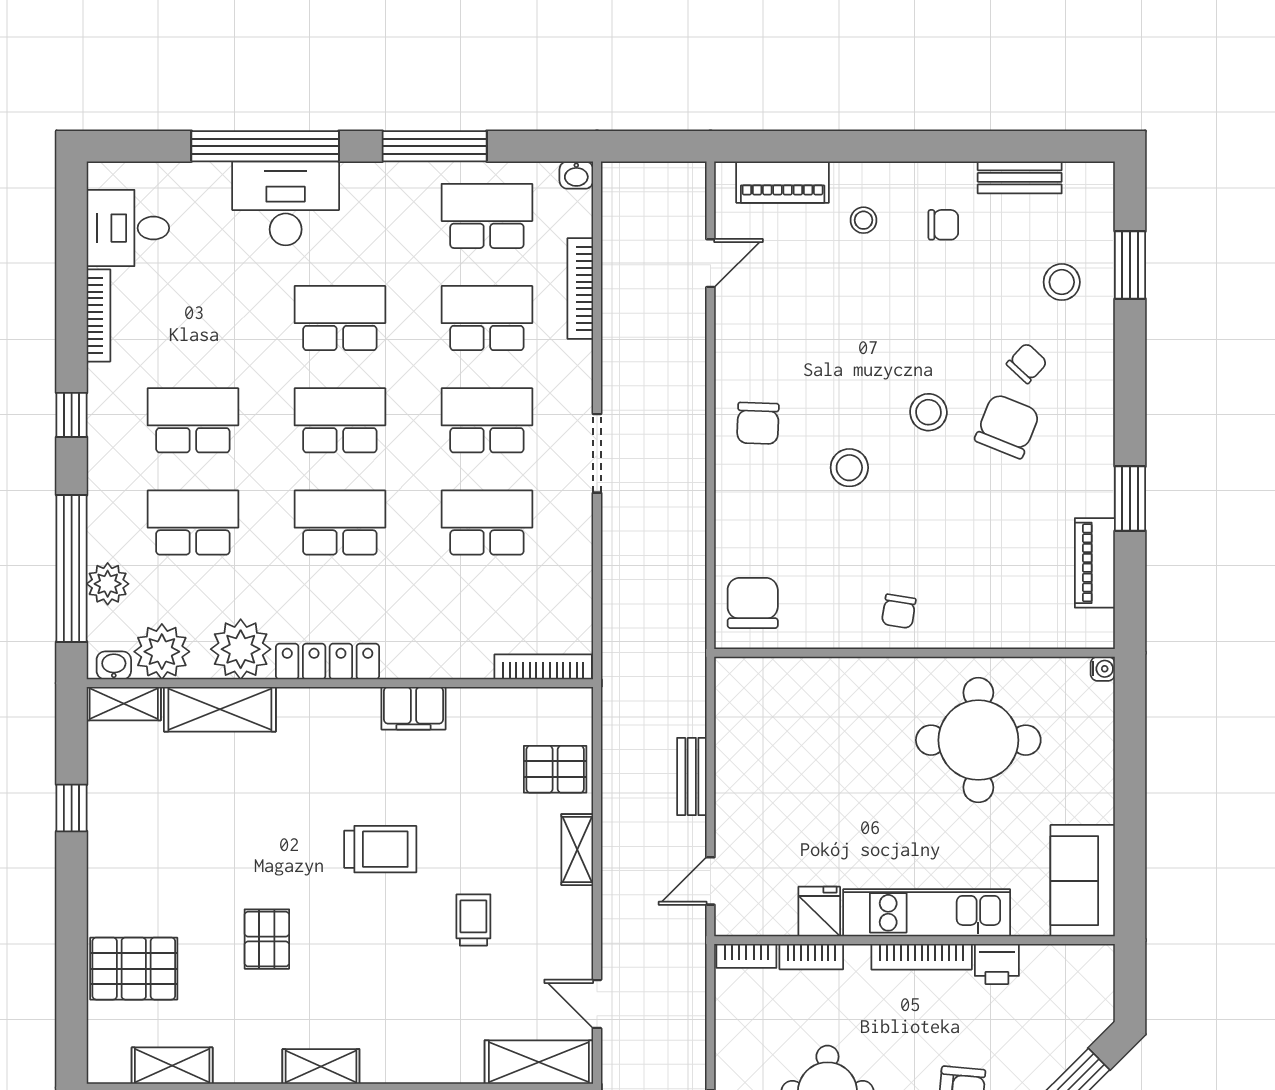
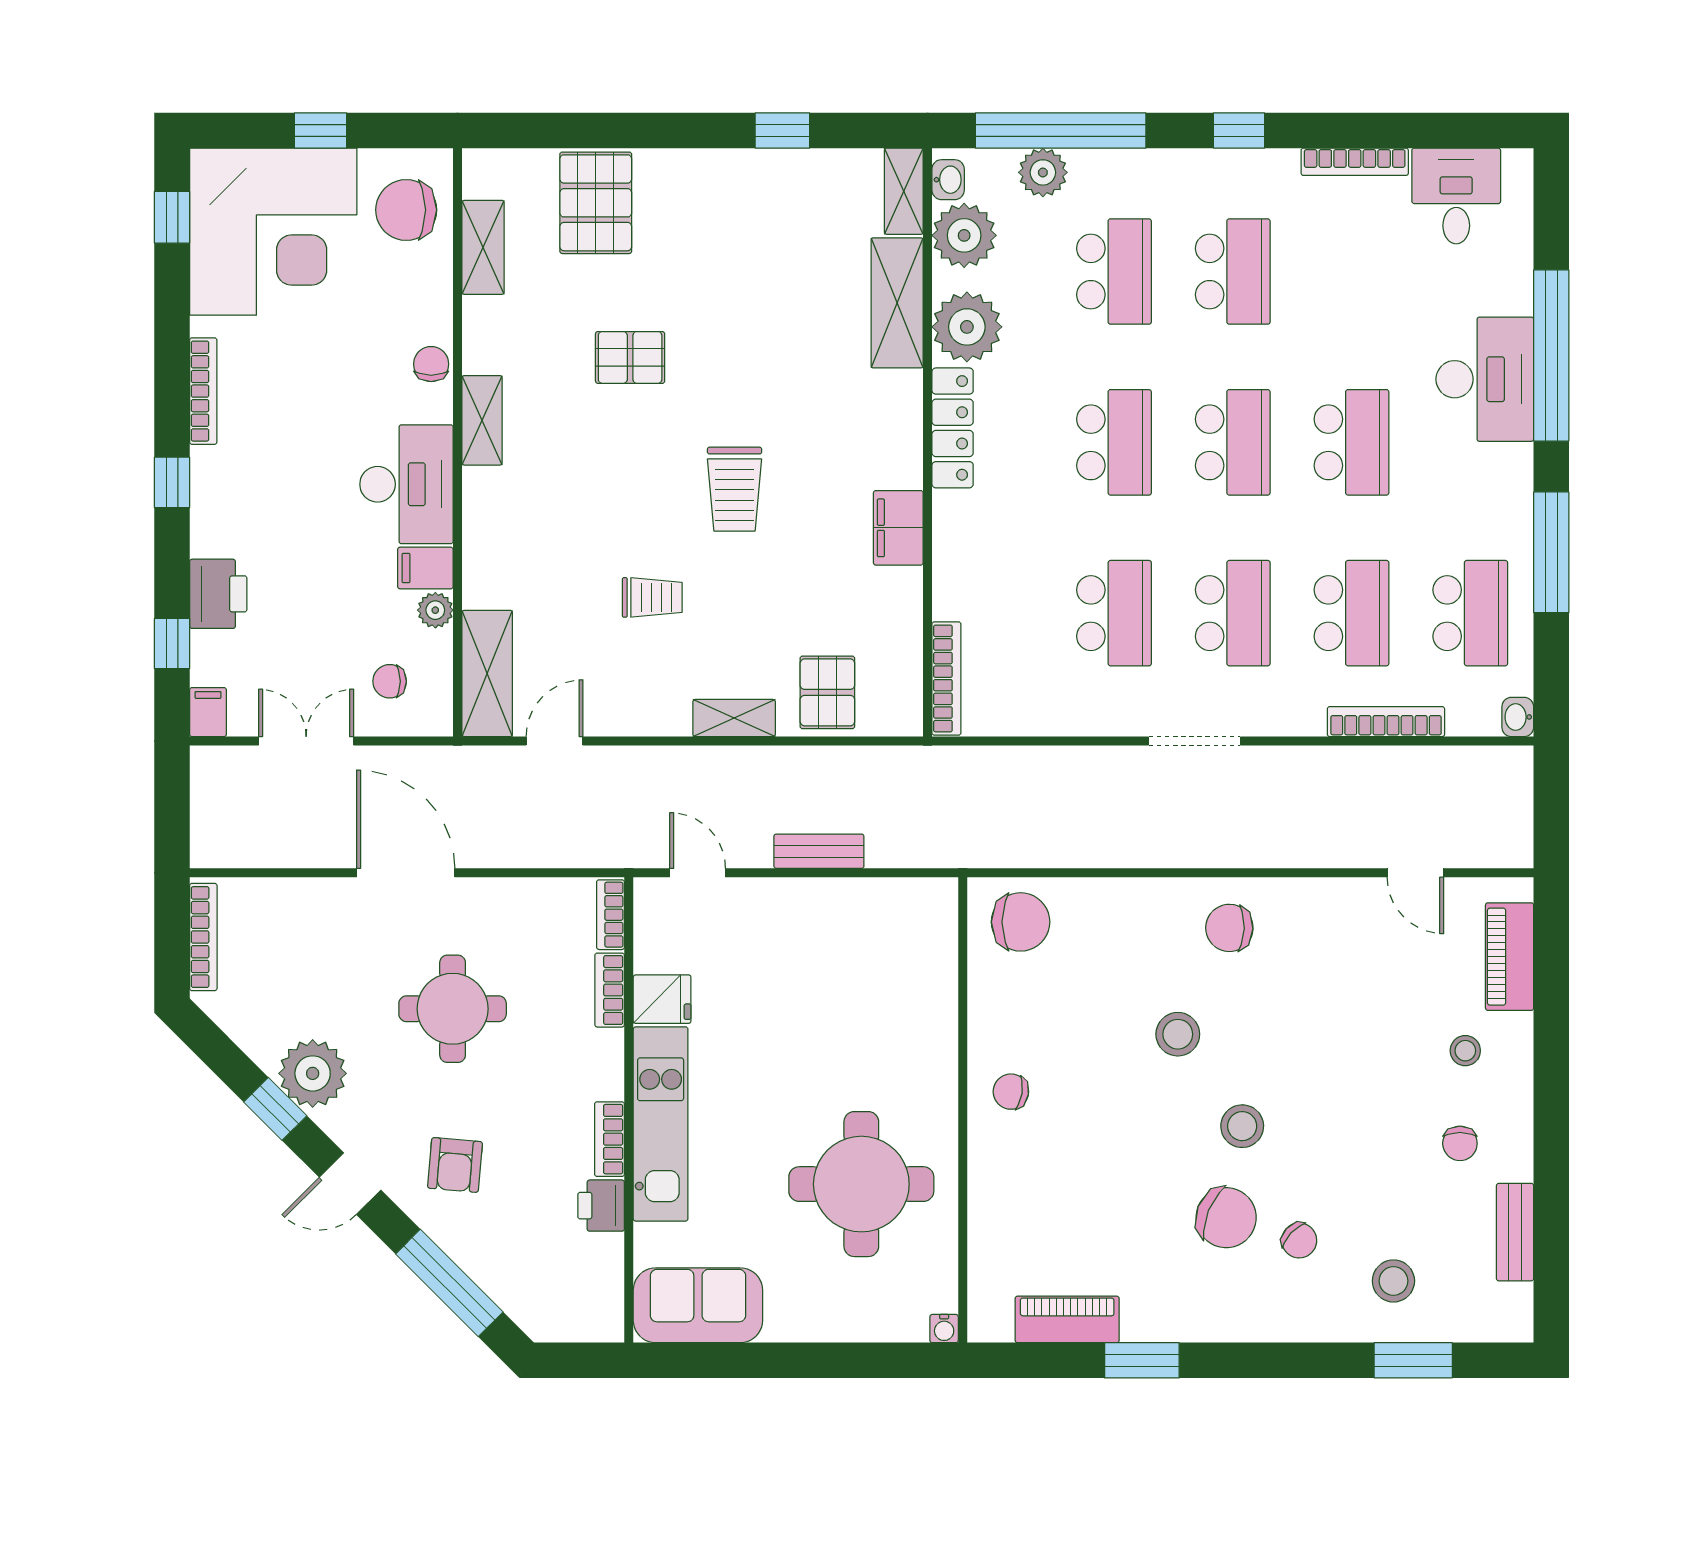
bookcase: (922, 957) -> (610, 1139), width x0.64

